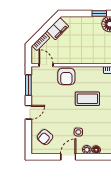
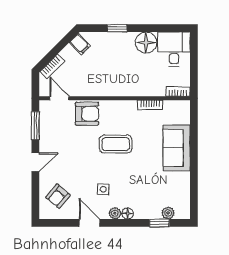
window: (99, 14) -> (117, 28), moved
filing cabinet: (58, 29) -> (80, 44), width x0.50
armchair: (66, 77) -> (87, 114), turned -90
door: (68, 157) -> (89, 223), hinge flipped

